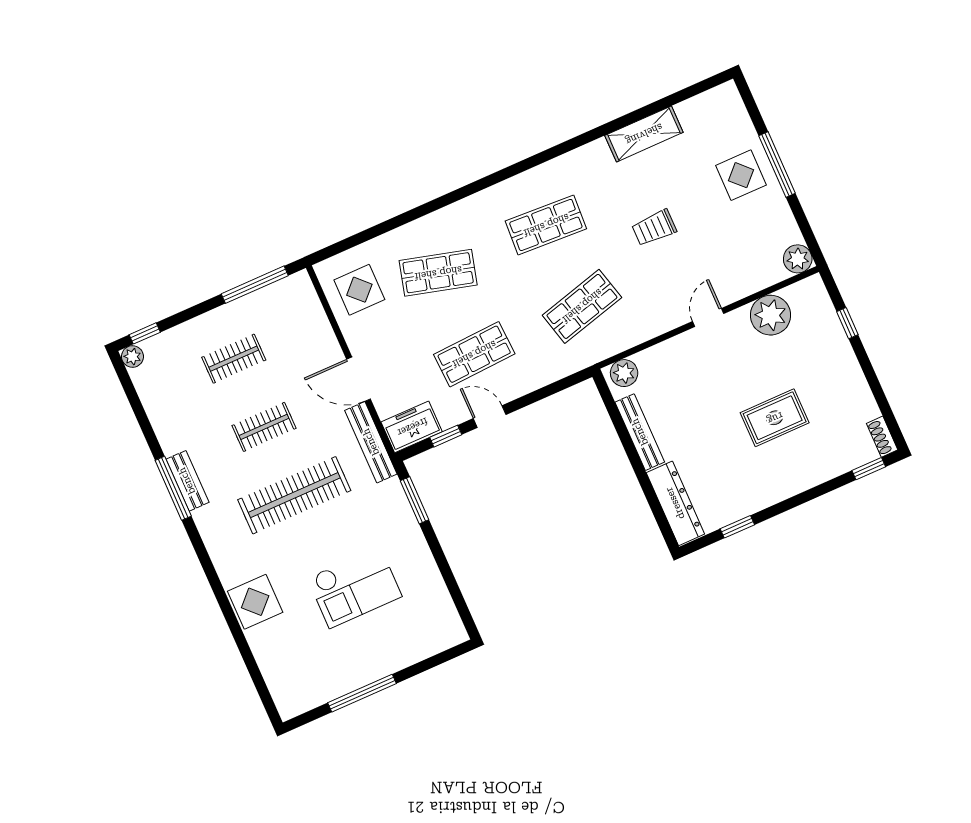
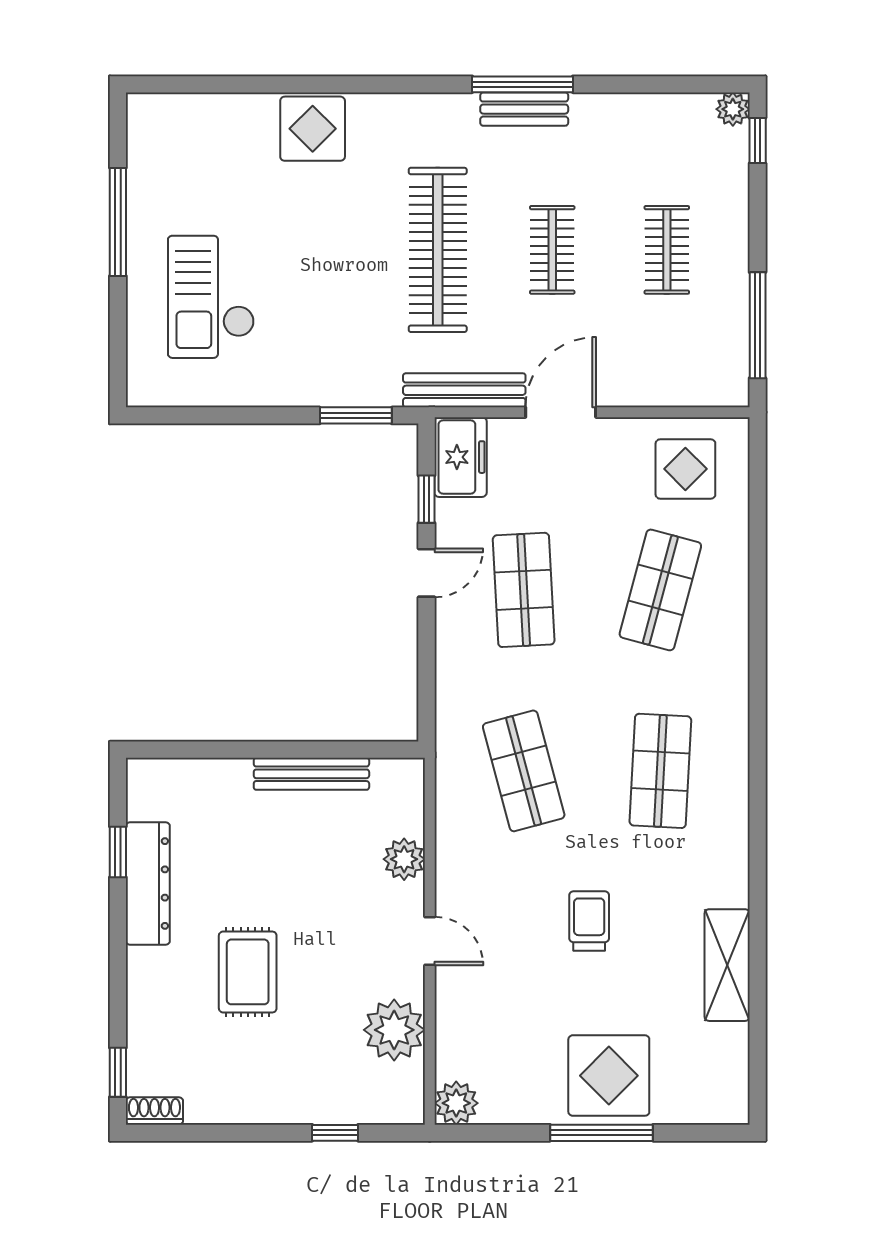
display table: (741, 175) -> (609, 1076), width x1.36, depth x1.36
plant: (624, 373) -> (404, 859), moved
dresser: (675, 503) -> (148, 883), moved, turned -90
checkout: (355, 587) -> (211, 297), moved

